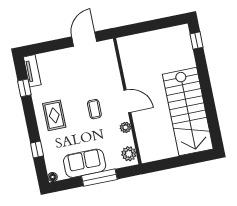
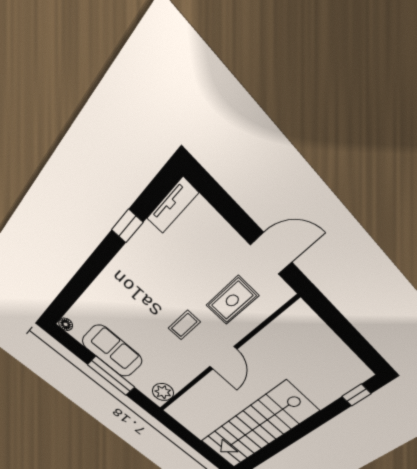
window: (24, 88) -> (127, 226), moved
rug: (54, 115) -> (232, 300), moved
plant: (125, 127) -> (190, 373), removed
window: (37, 149) -> (78, 284), removed

